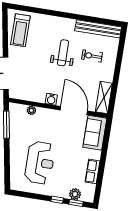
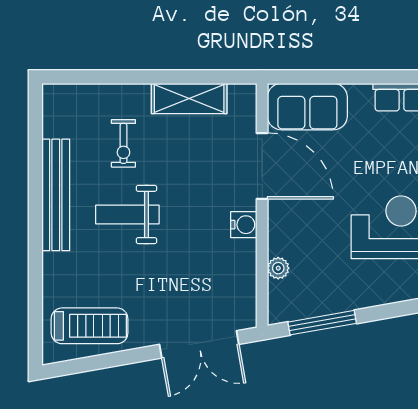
bench: (98, 29) -> (56, 195), moved
shelving: (104, 98) -> (189, 99), moved
door: (74, 111) -> (262, 166), swing flipped

